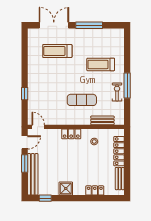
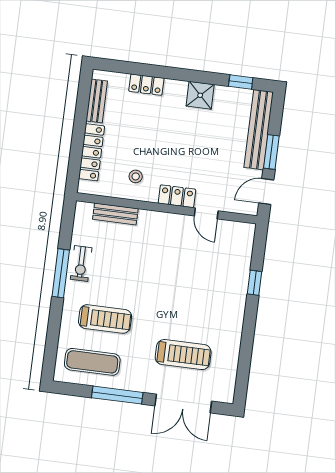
exercise mat: (82, 100) -> (92, 362), moved
door: (38, 127) -> (206, 213), moved

